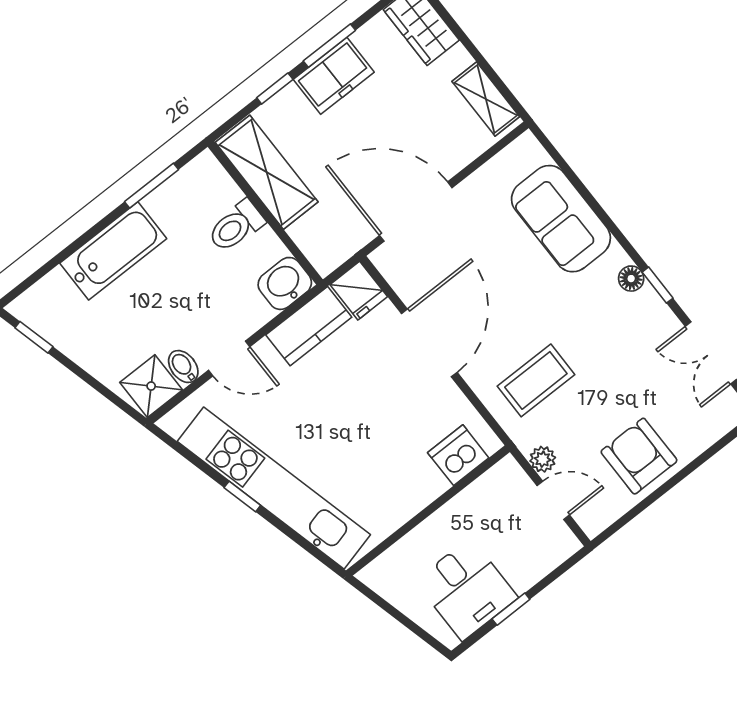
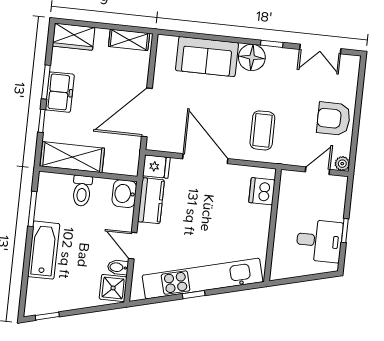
floor lamp: (631, 279) -> (252, 57), width x1.89, depth x1.89
door: (229, 358) -> (133, 246), swing flipped
plant: (543, 459) -> (342, 164), moved

